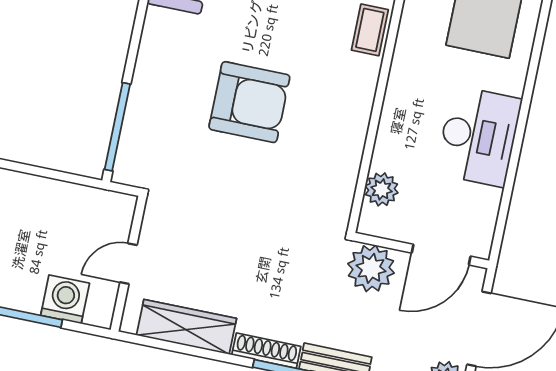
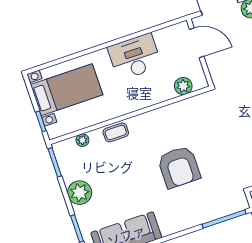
armchair: (249, 102) -> (179, 167), turned 180
plant: (371, 268) -> (221, 70), removed

